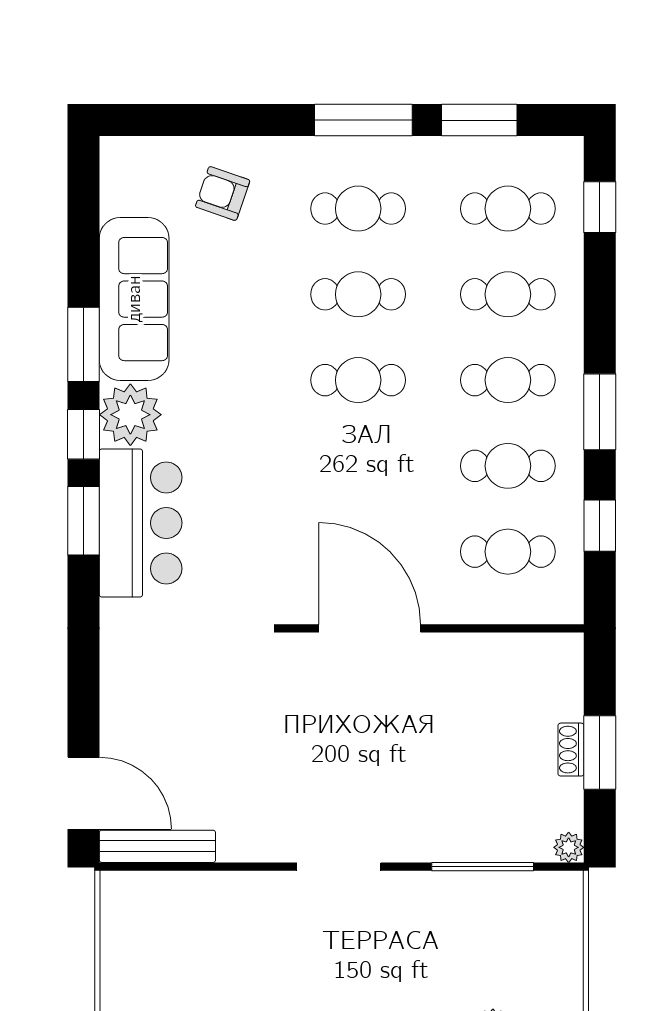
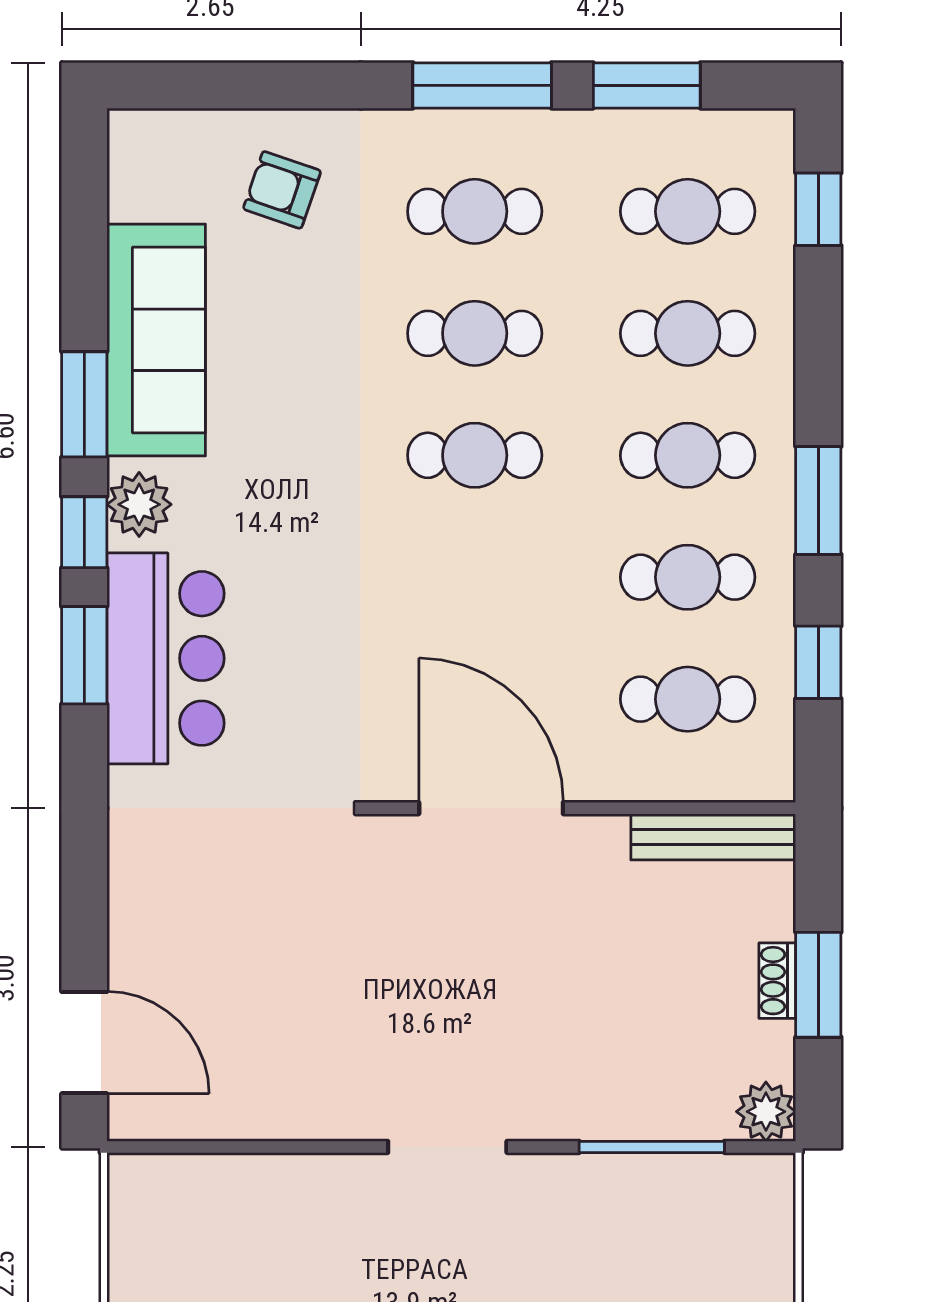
plant: (130, 415) -> (139, 504), width x0.73, depth x0.73
bench: (157, 846) -> (713, 837), moved
plant: (569, 847) -> (766, 1112), width x1.38, depth x1.38

